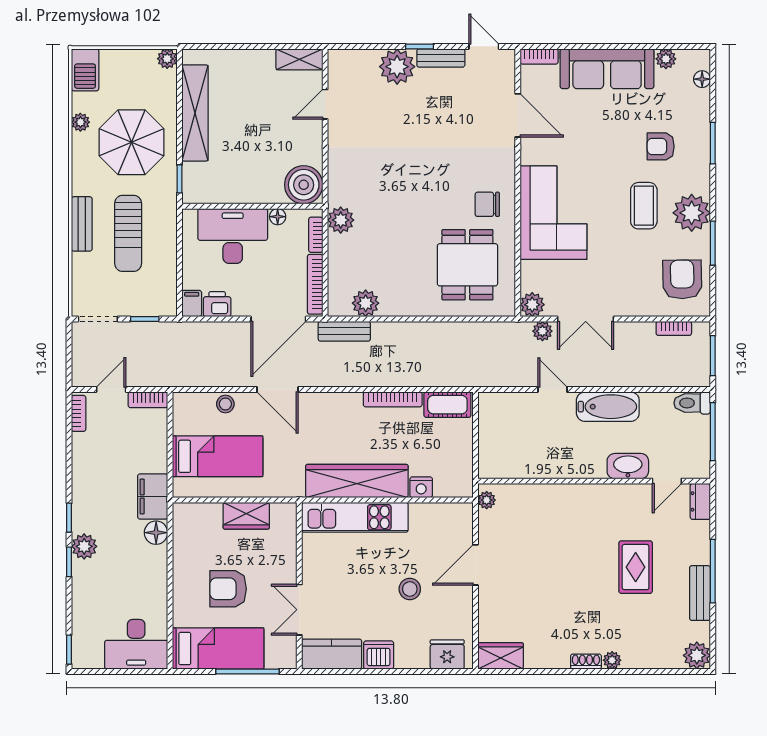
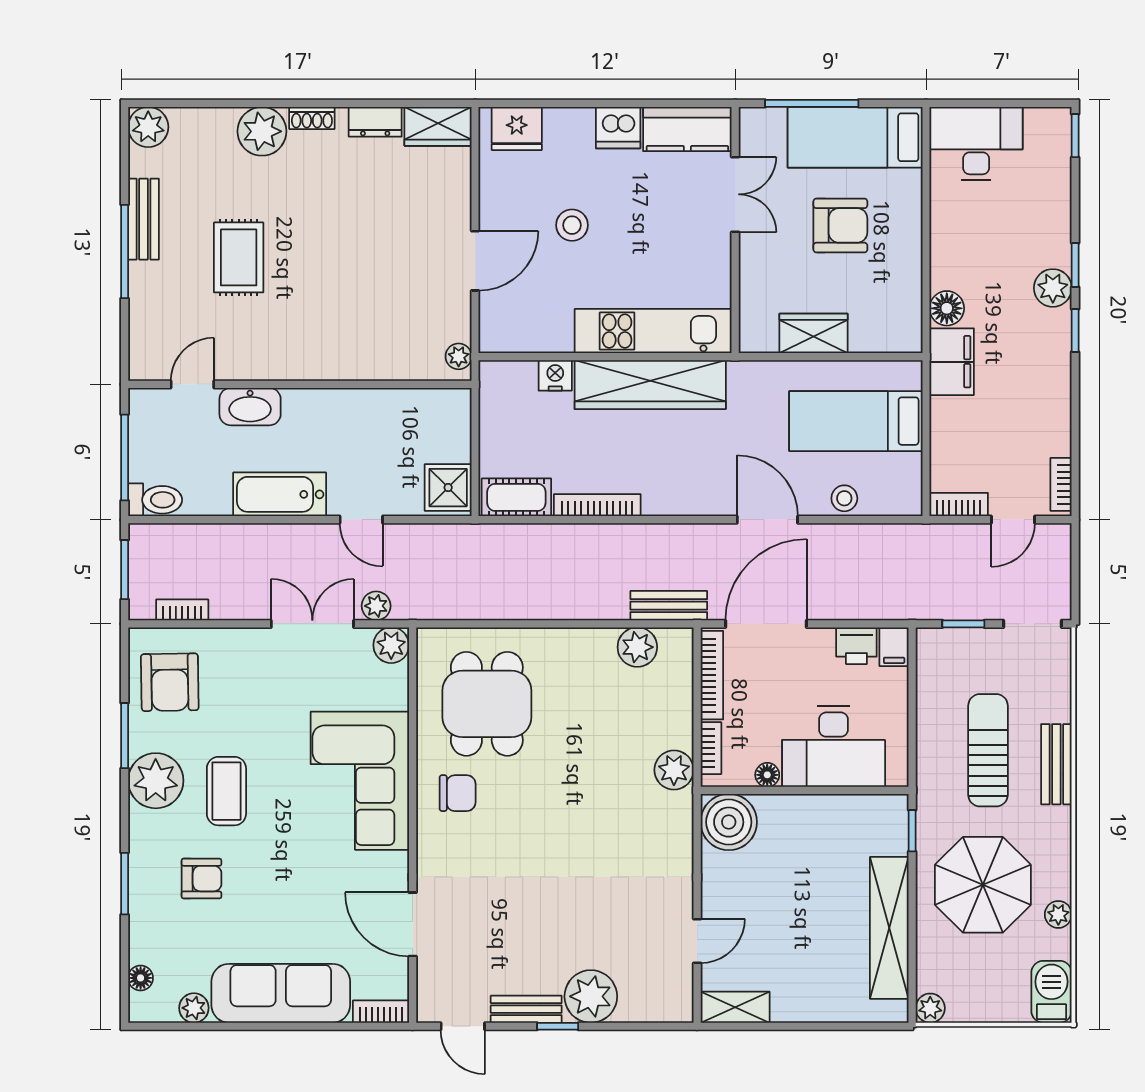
shower: (494, 411) -> (448, 488), added
dresser: (700, 501) -> (375, 122), moved, turned 90
plant: (612, 660) -> (262, 131), width x1.88, depth x1.88

